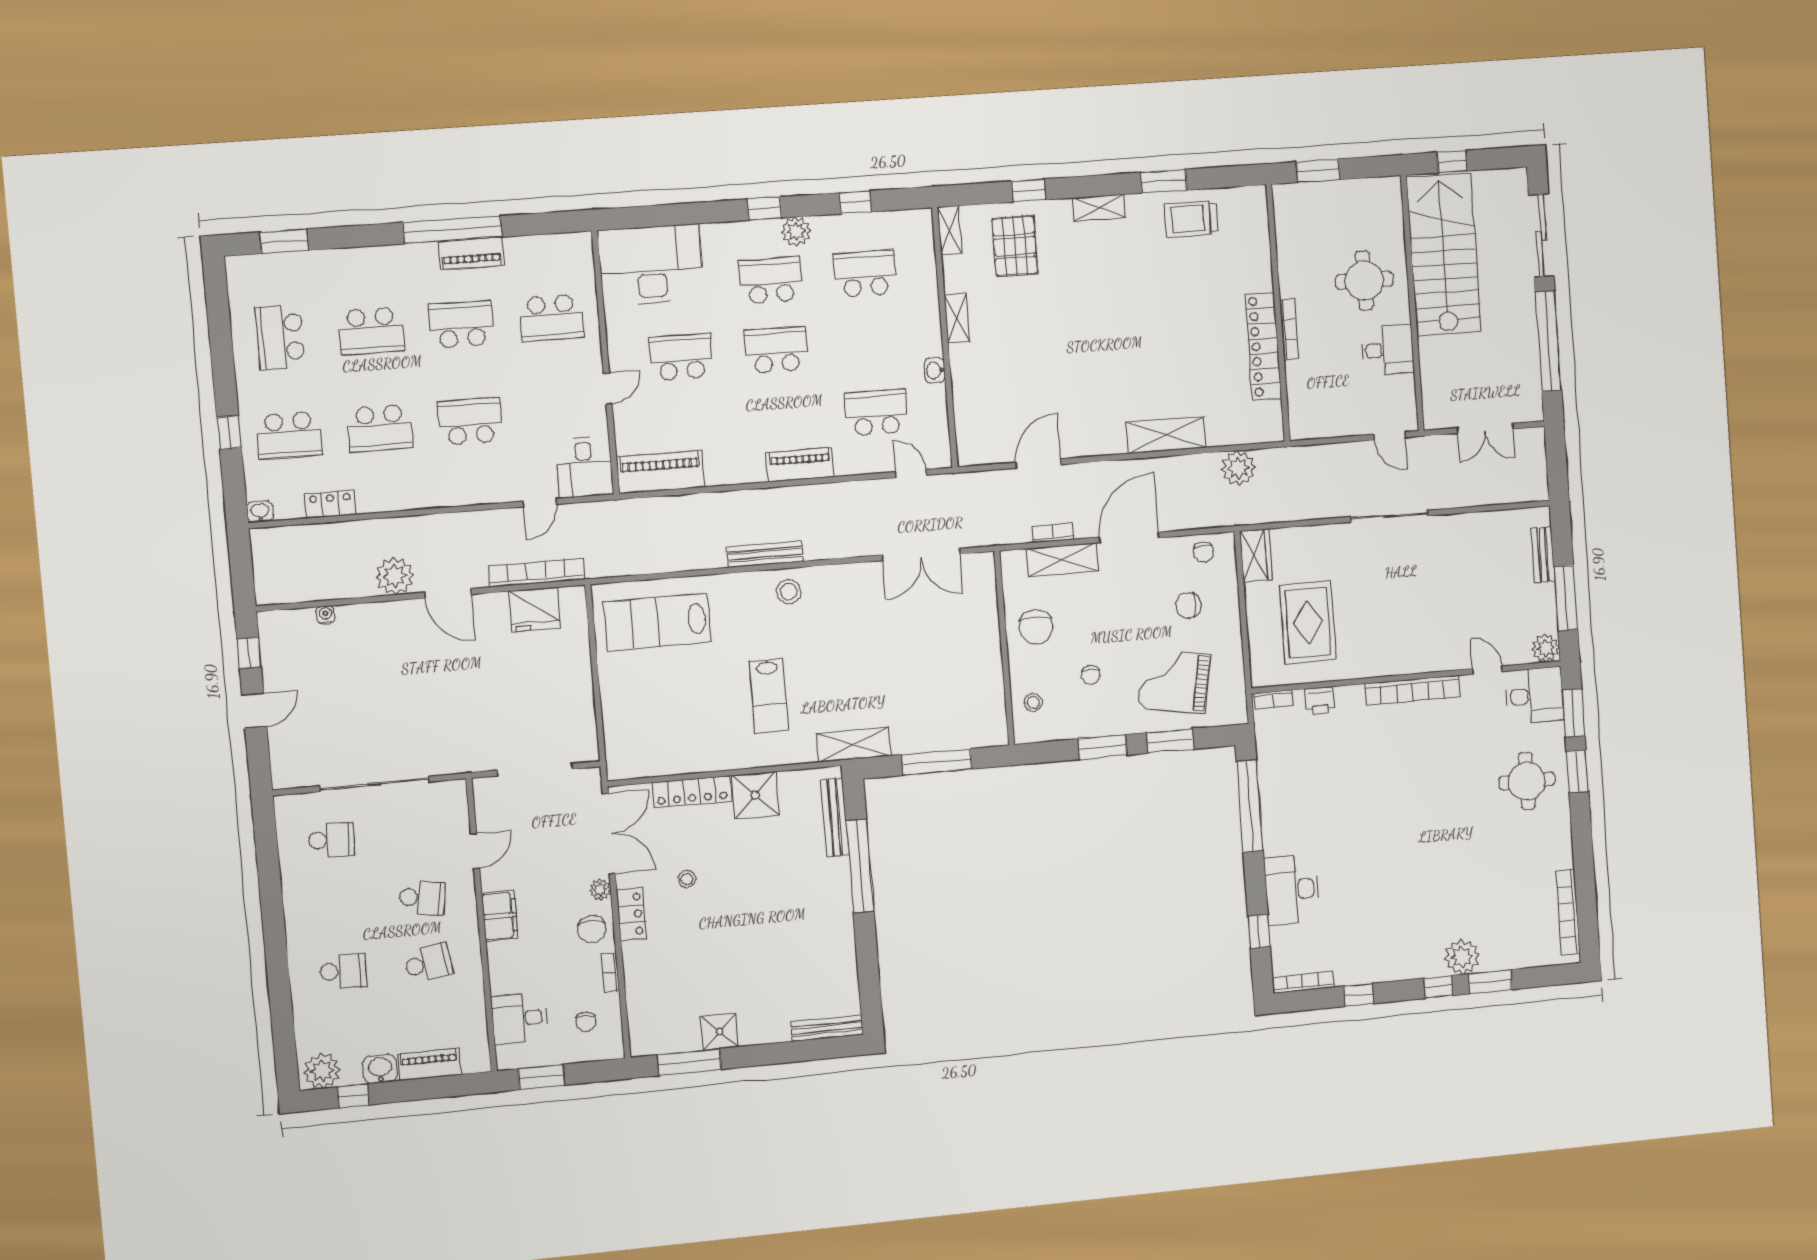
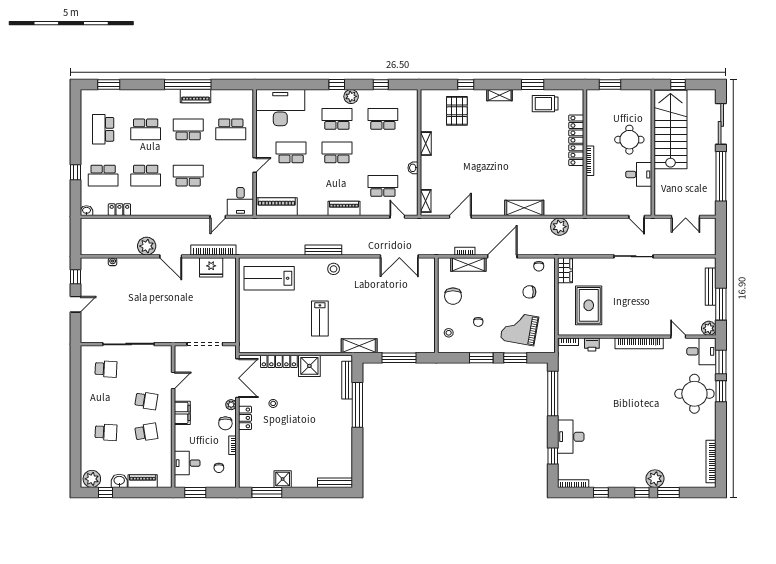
shelving: (950, 230) -> (426, 201), moved
locker: (1263, 346) -> (576, 140), moved
bench: (1543, 555) -> (711, 287), width x1.36
round table: (1527, 781) -> (694, 394), width x1.36, depth x1.36

